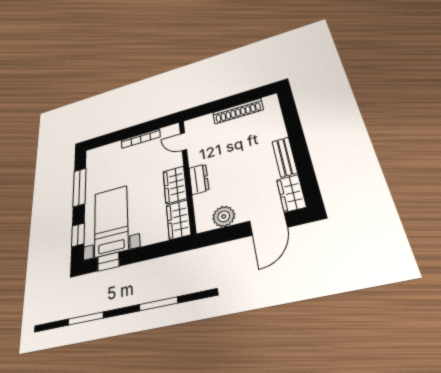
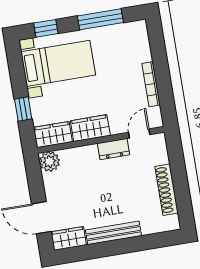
bench: (285, 157) -> (113, 233), width x1.36
dresser: (199, 179) -> (114, 149), moved
plant: (224, 216) -> (50, 162), moved
window: (108, 262) -> (23, 109), moved

